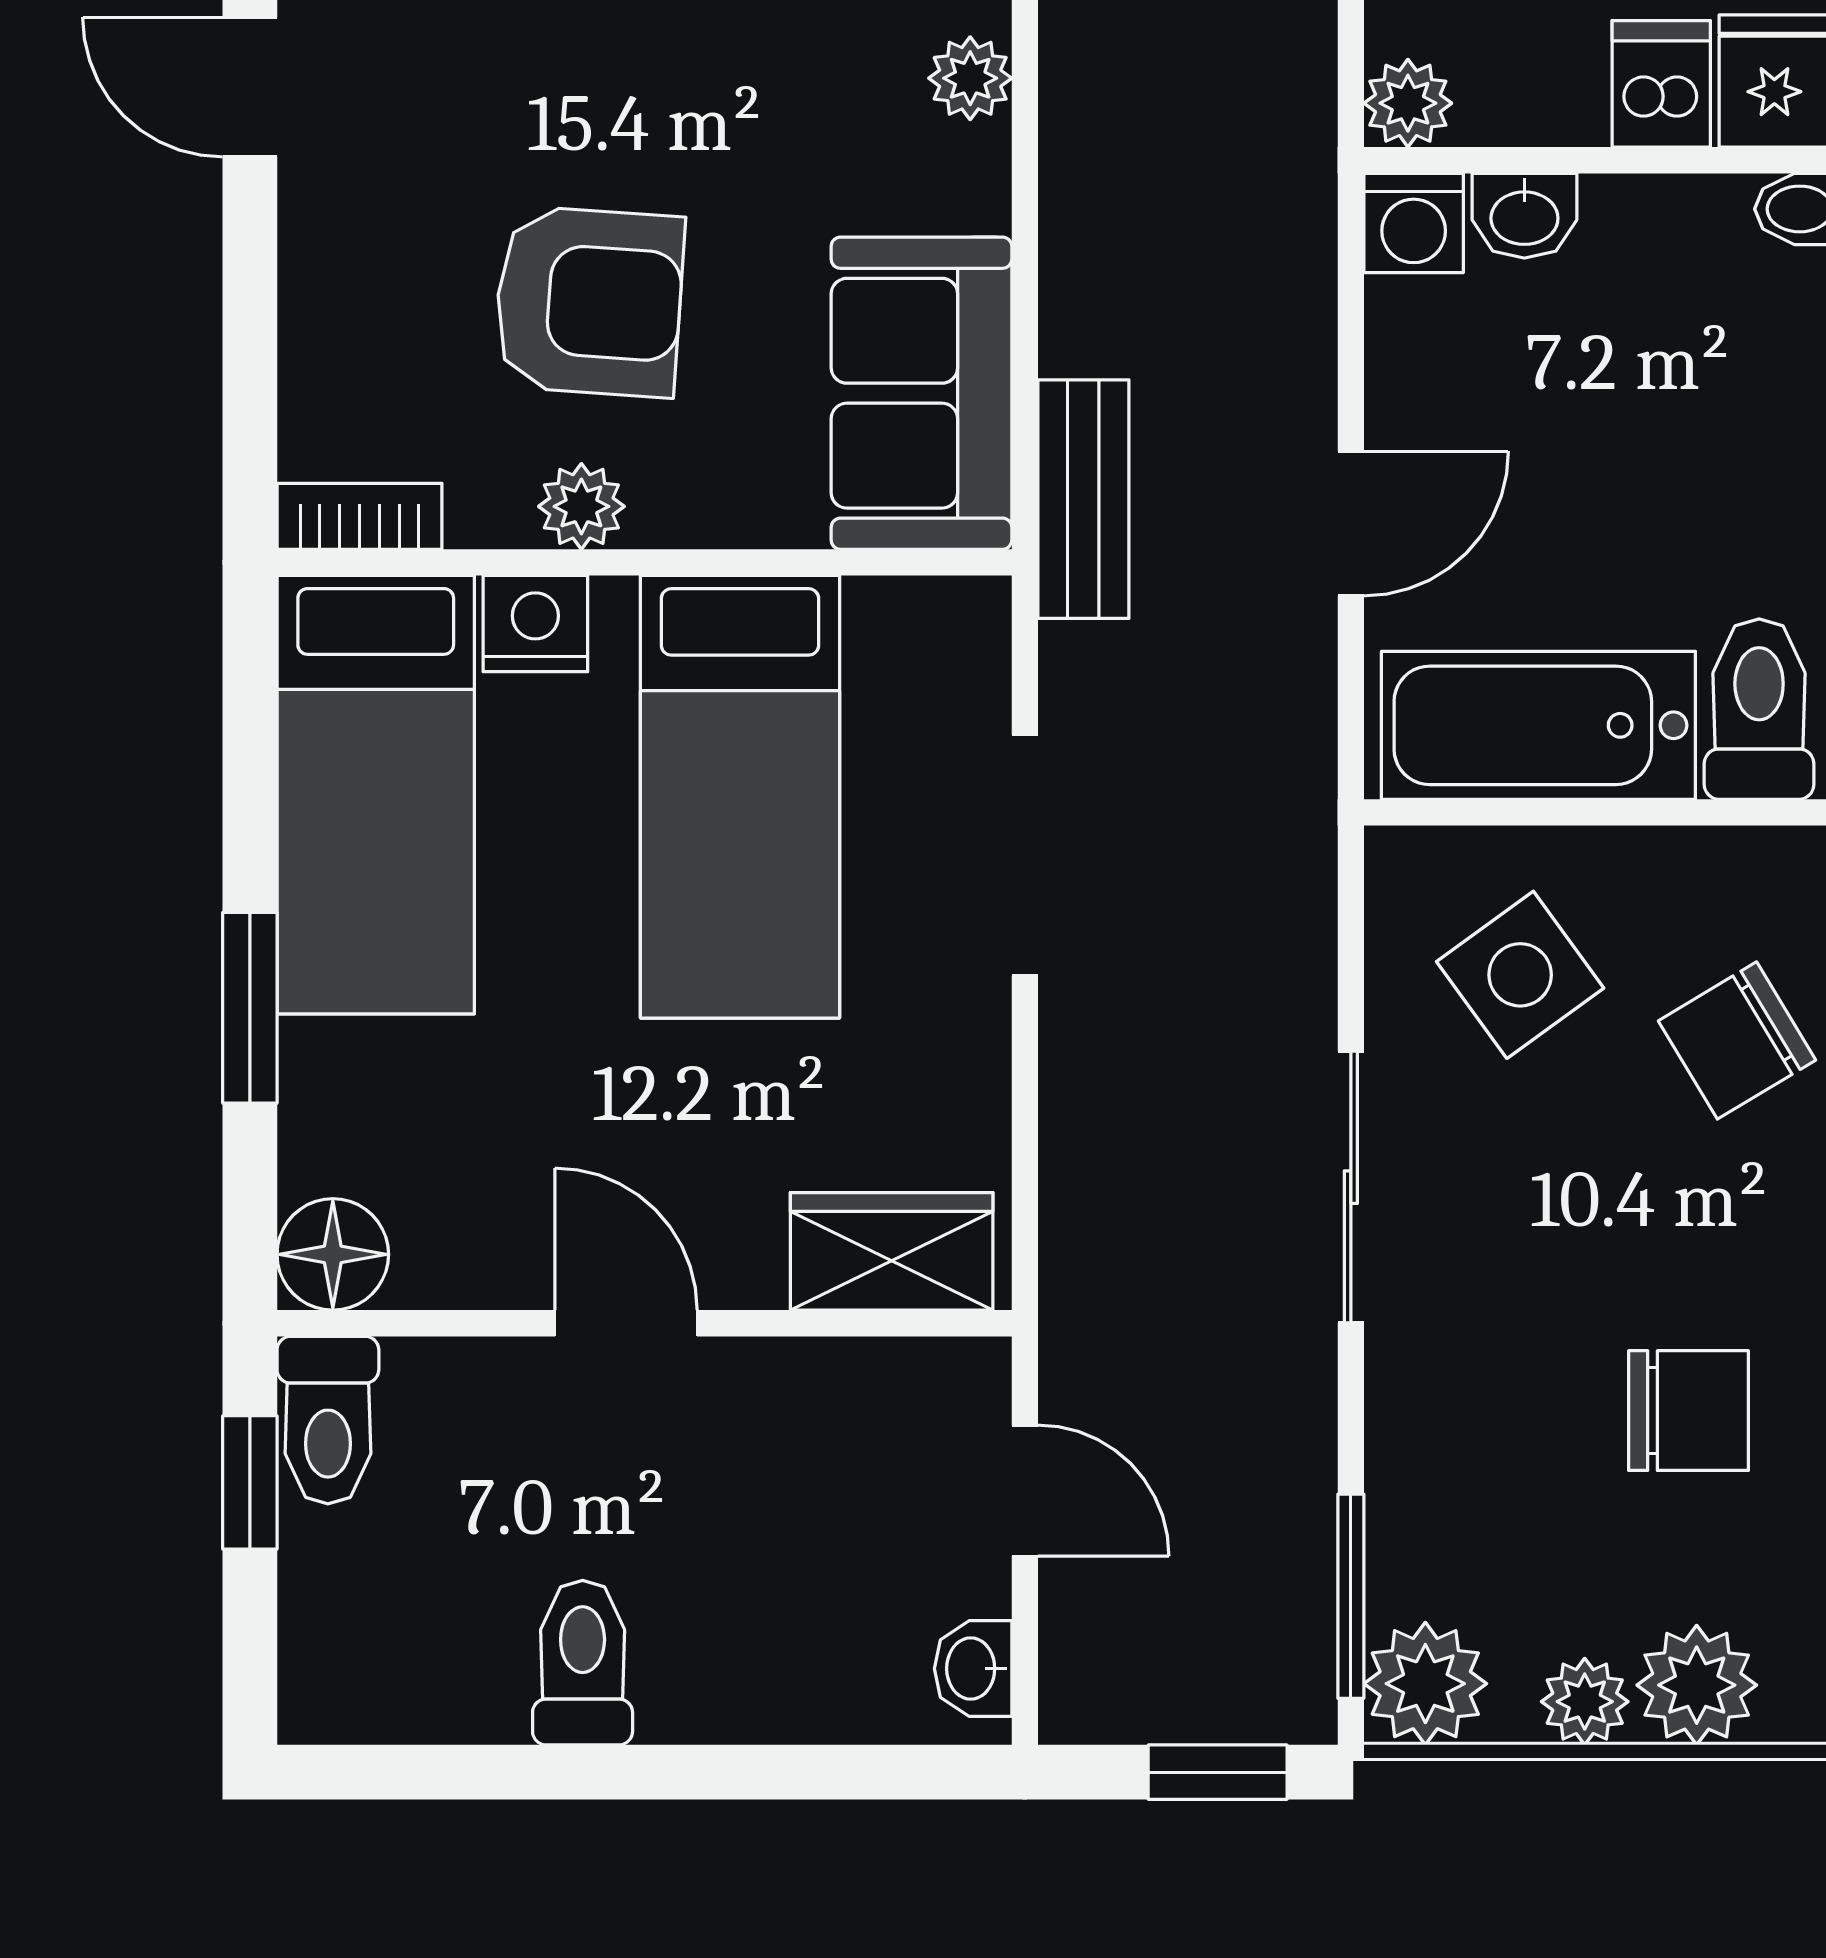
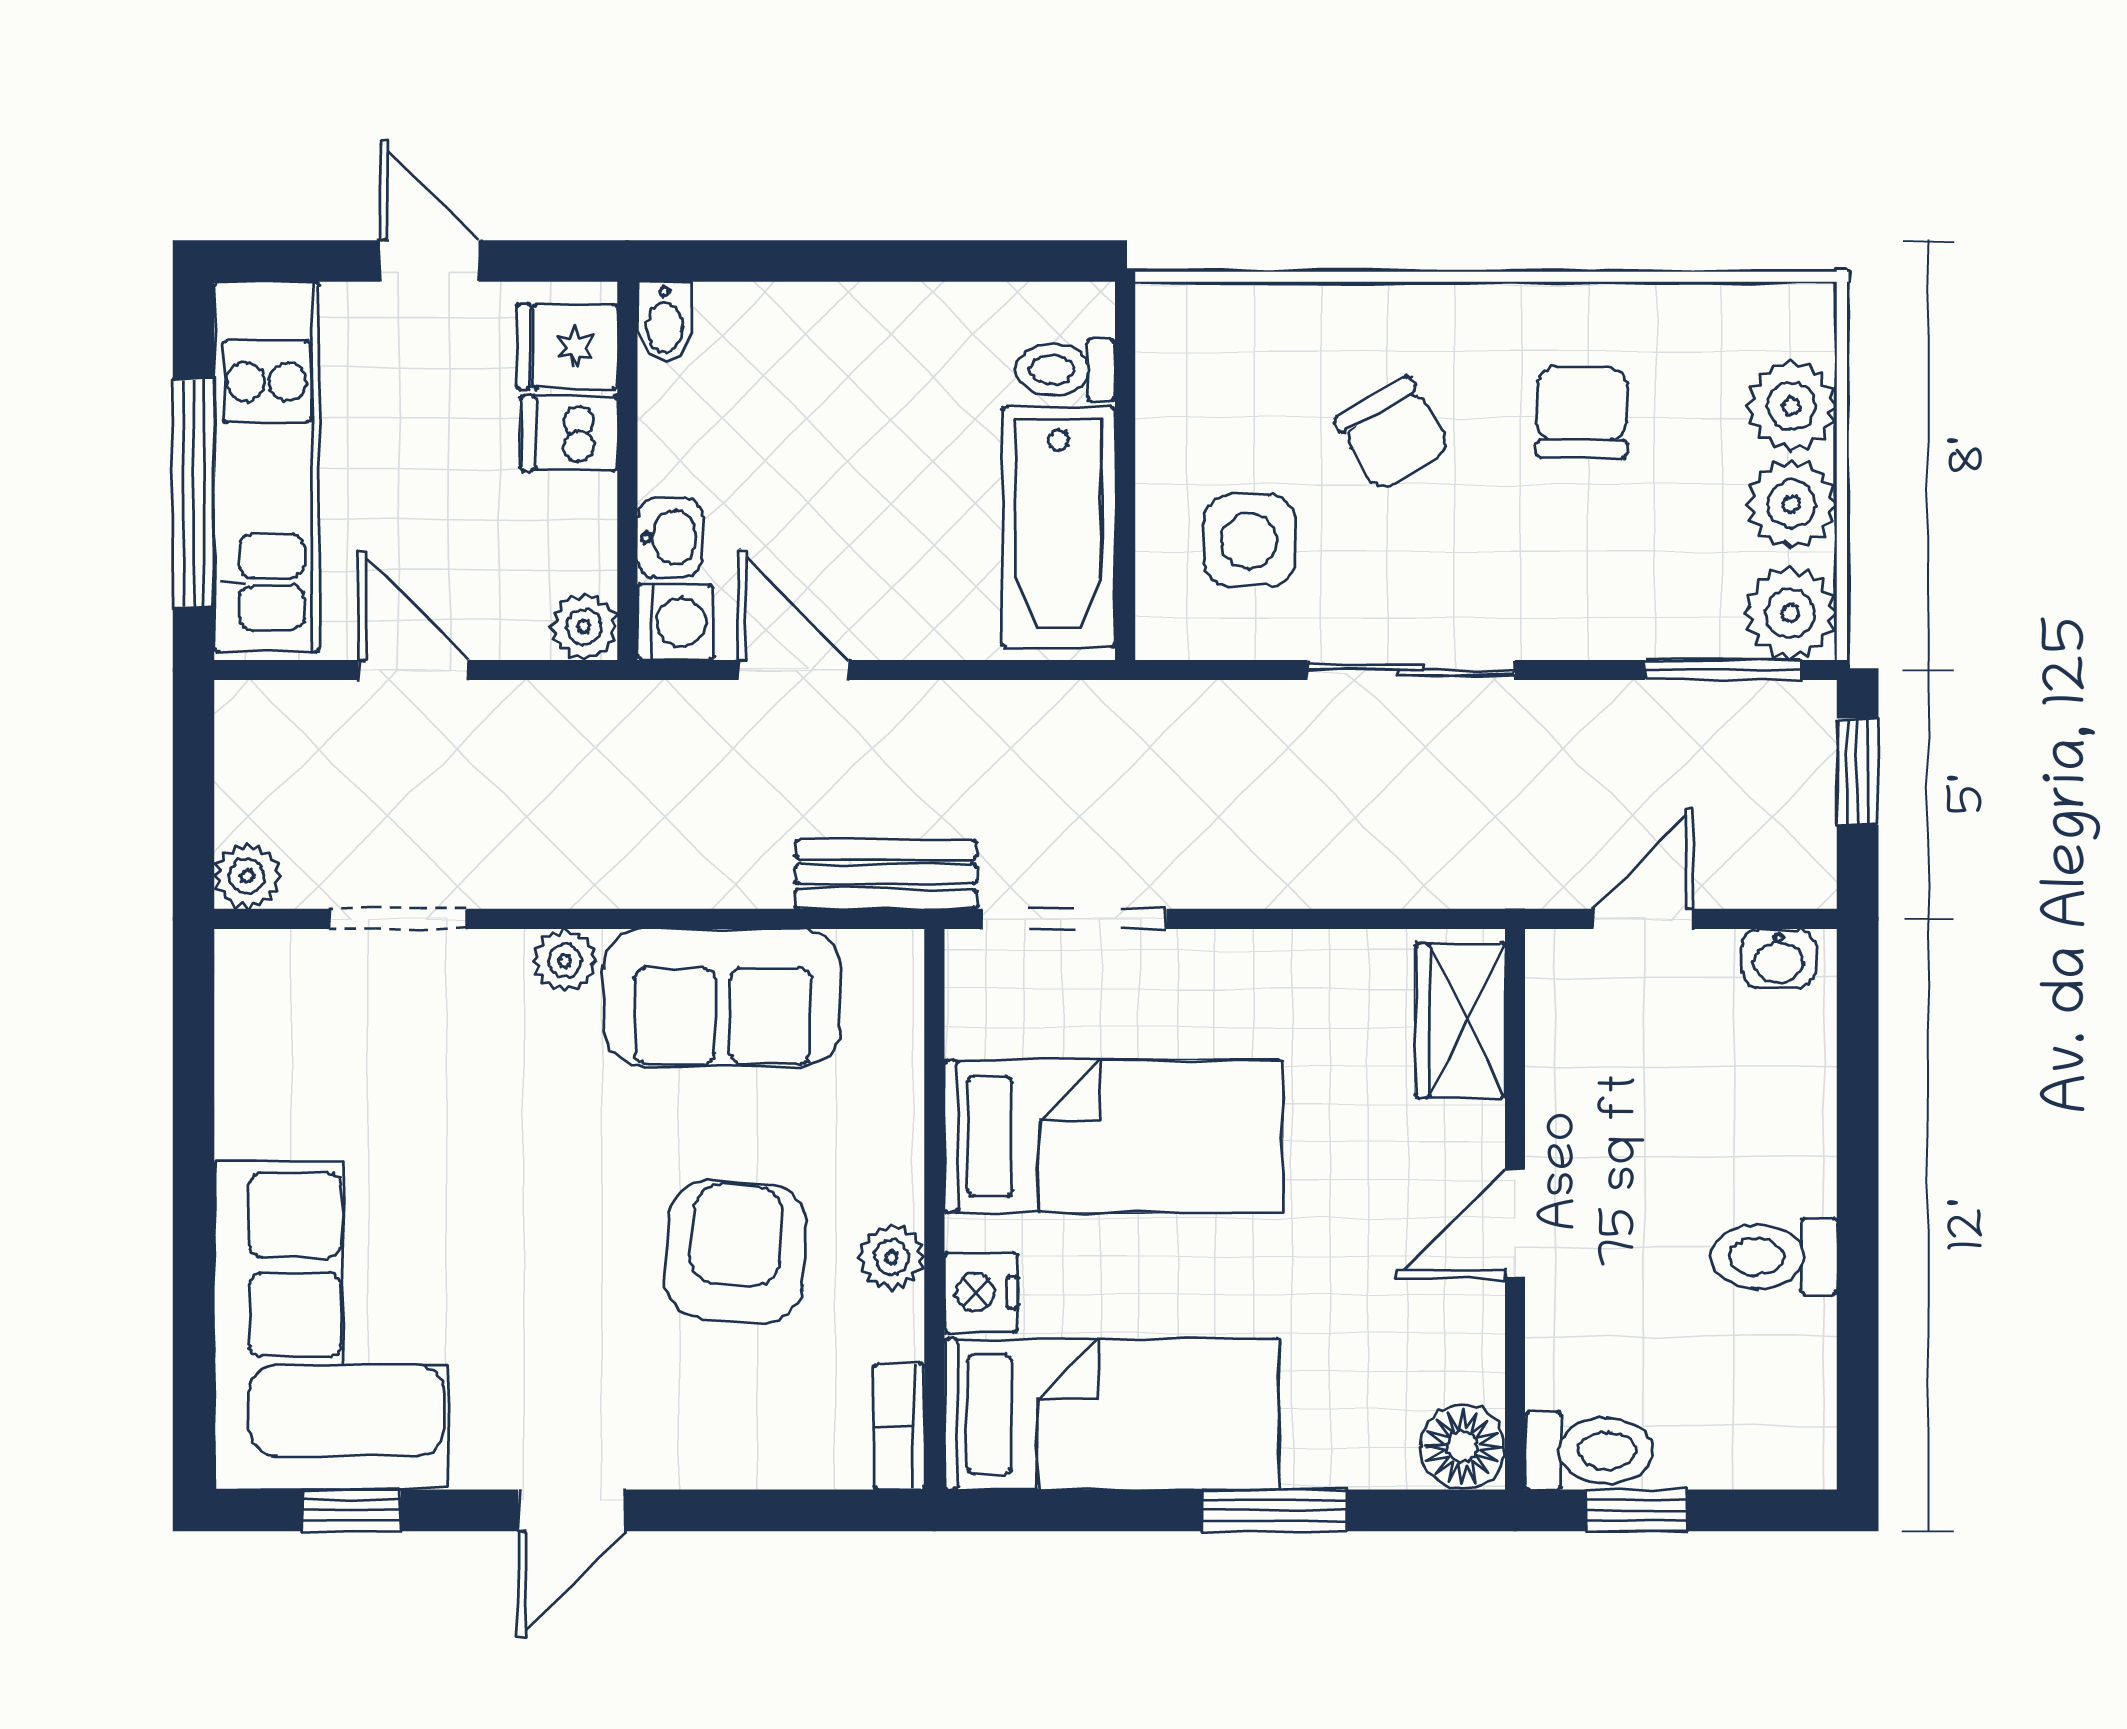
sofa: (921, 393) -> (722, 998), moved
door: (1351, 524) -> (793, 670), moved
toilet: (1759, 709) -> (1065, 370), width x0.73, depth x0.72
doorway: (1025, 855) -> (1074, 919), moved
side table: (1520, 975) -> (1249, 541), turned 36
chair: (1737, 1040) -> (1393, 434), moved
plant: (1585, 1702) -> (1791, 504), width x1.38, depth x1.38

